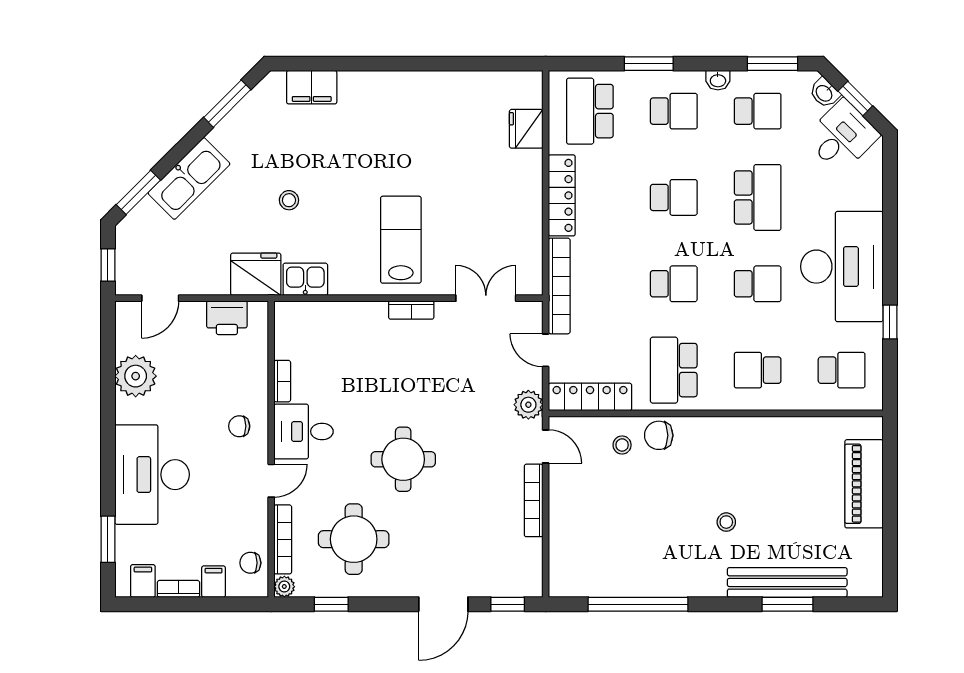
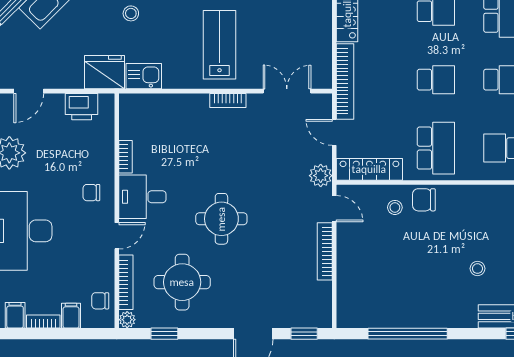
school desk: (674, 370) -> (436, 148), turned 180

